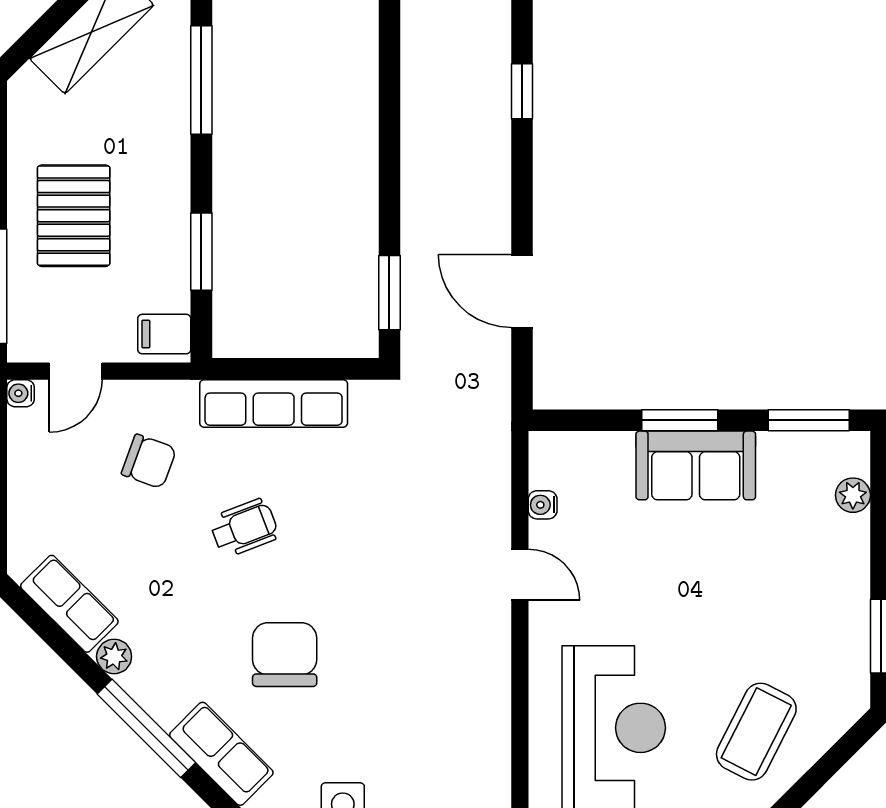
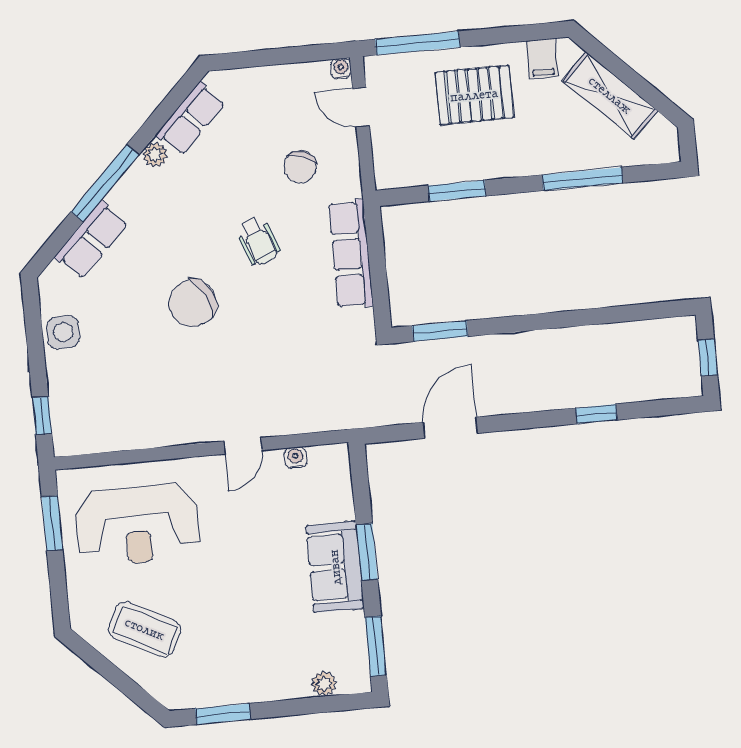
filing cabinet: (164, 334) -> (542, 59), moved, turned 180
chair: (285, 655) -> (193, 303), moved, turned 153

